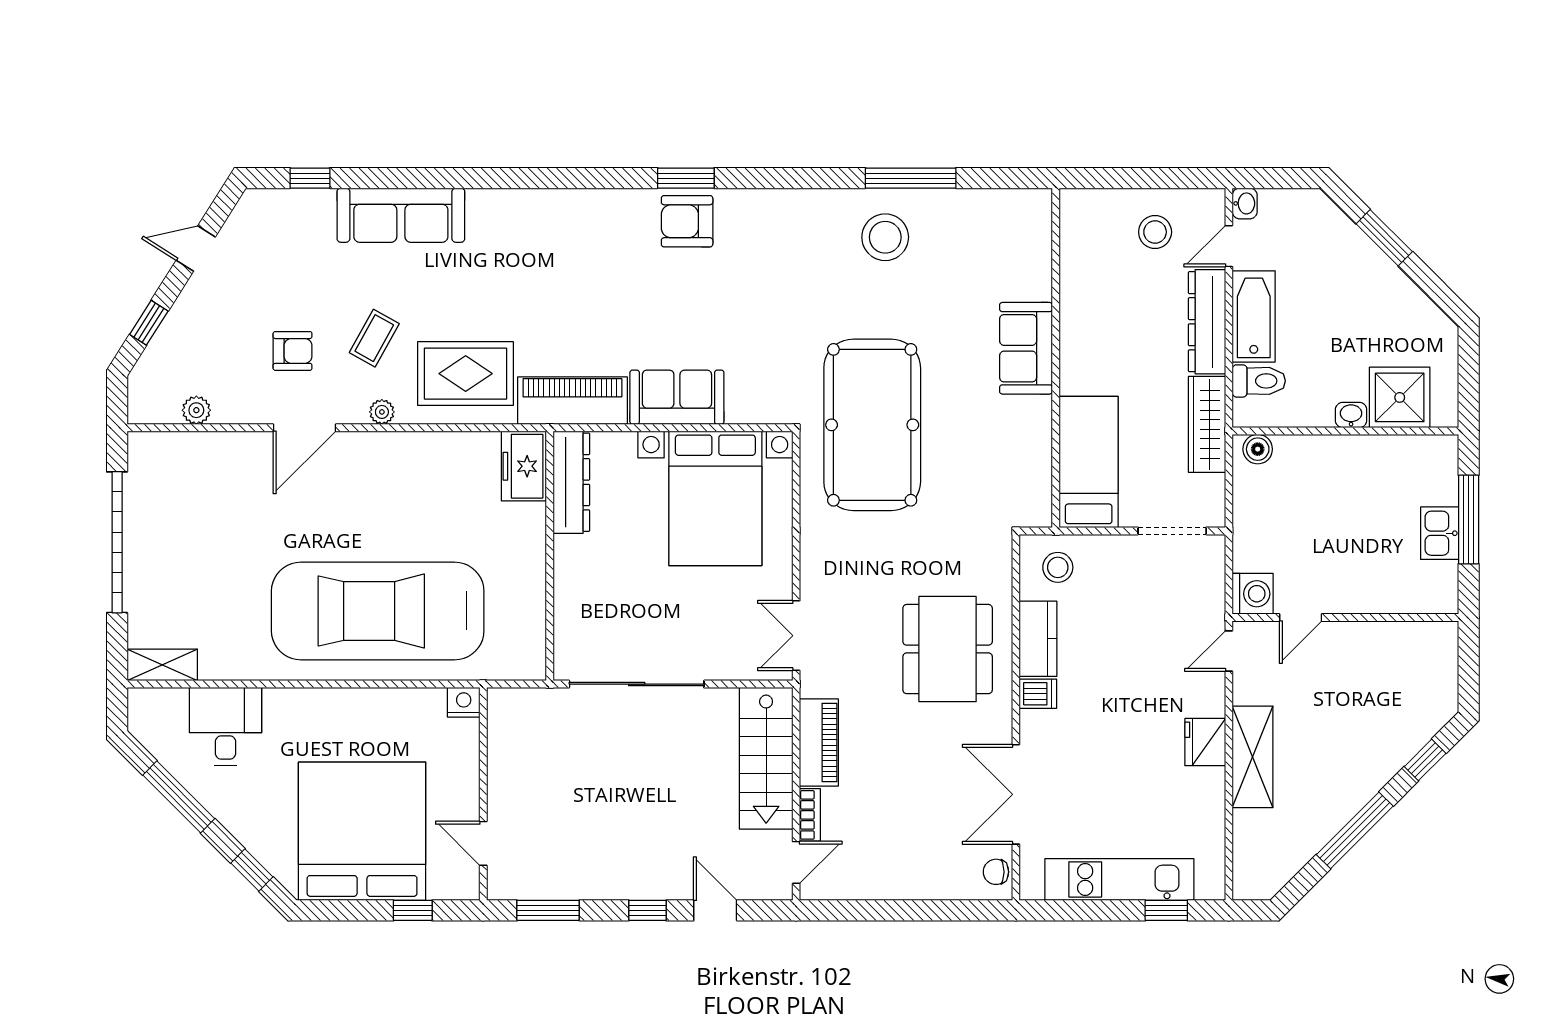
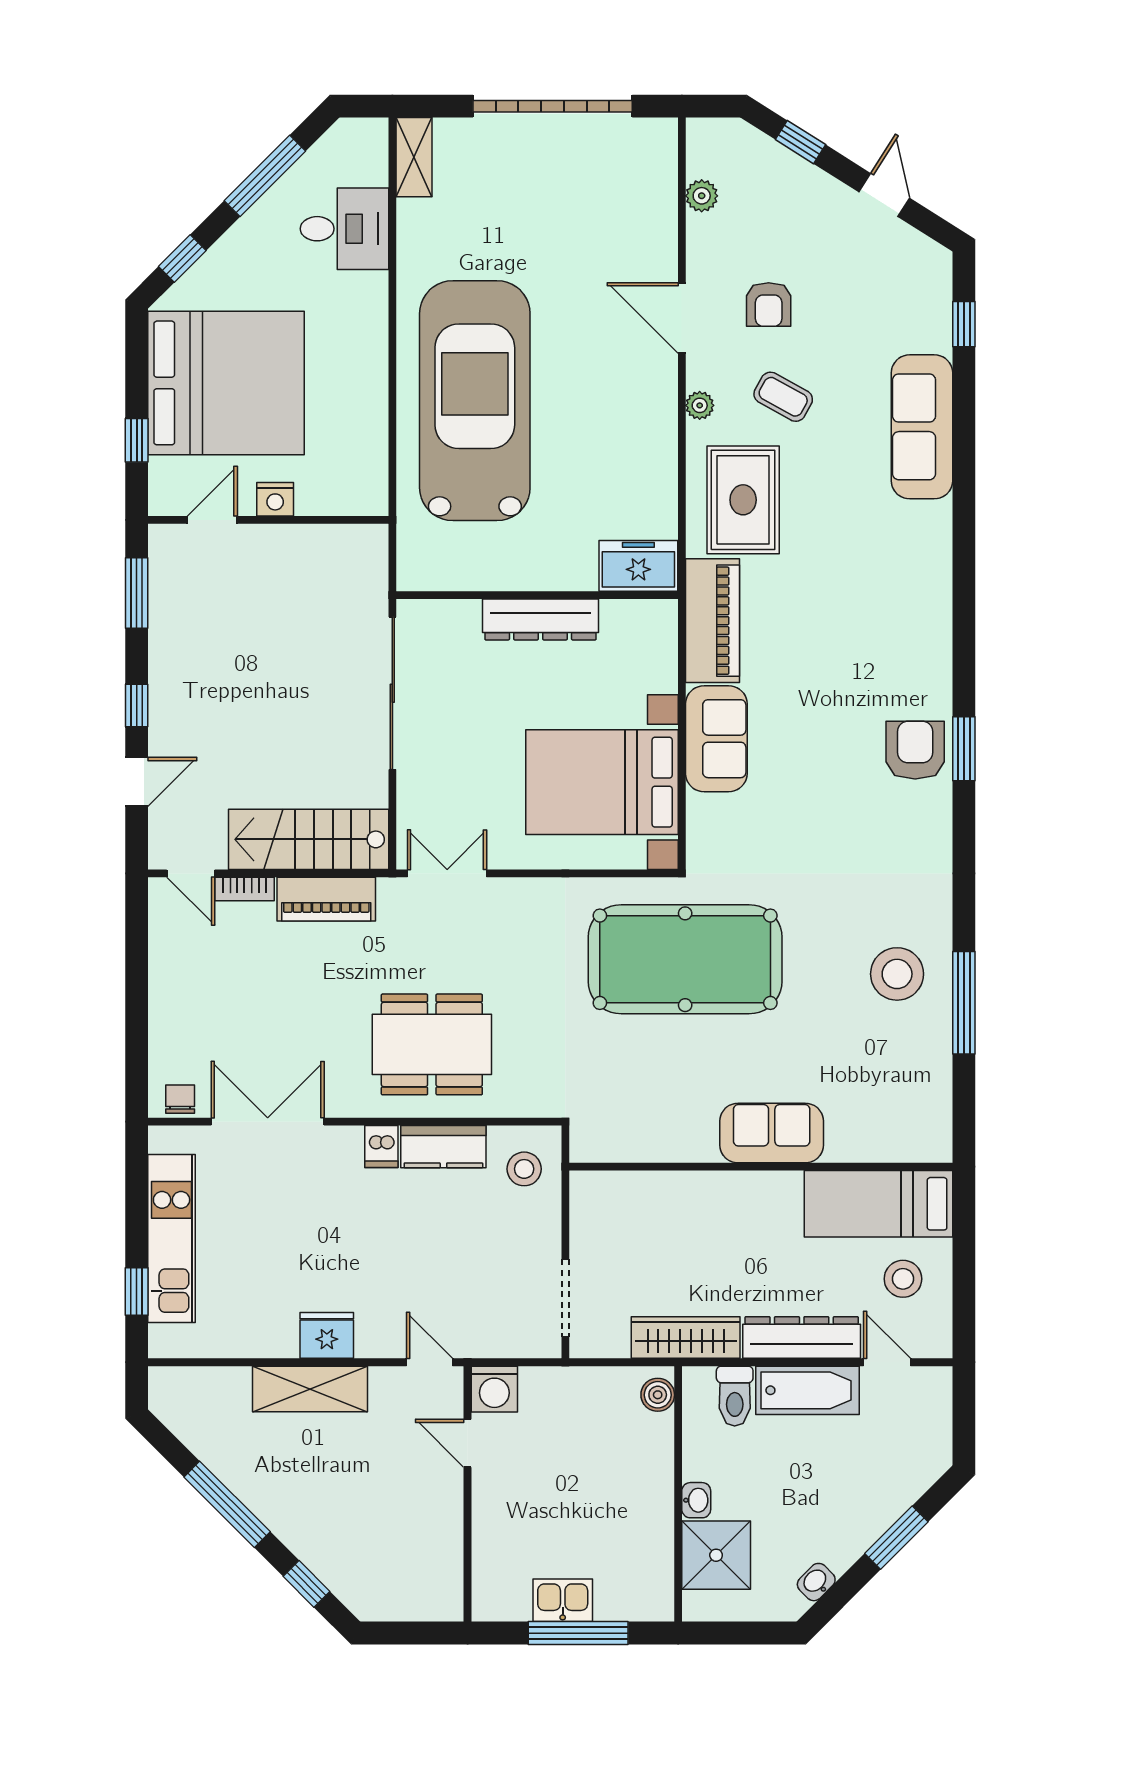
washbasin: (1245, 203) -> (816, 1582), moved, turned 135
bed: (1089, 462) -> (879, 1204), moved, turned 180
dresser: (571, 482) -> (541, 619), moved
nightstand: (464, 702) -> (275, 499), moved, turned 90

